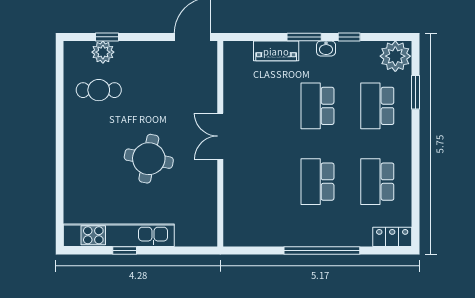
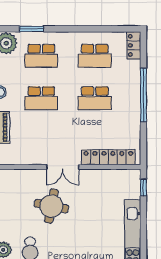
round table: (149, 159) -> (51, 206), moved
locker: (234, 201) -> (108, 157), added
window: (125, 251) -> (143, 188), moved

